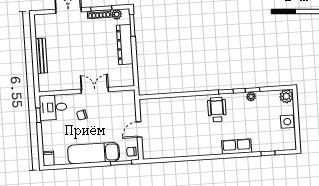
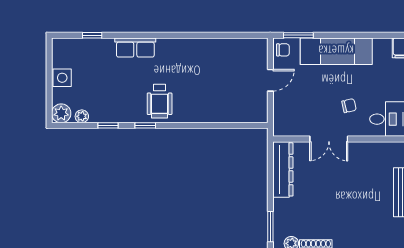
dresser: (125, 45) -> (283, 169), moved
plant: (251, 96) -> (82, 116), moved

